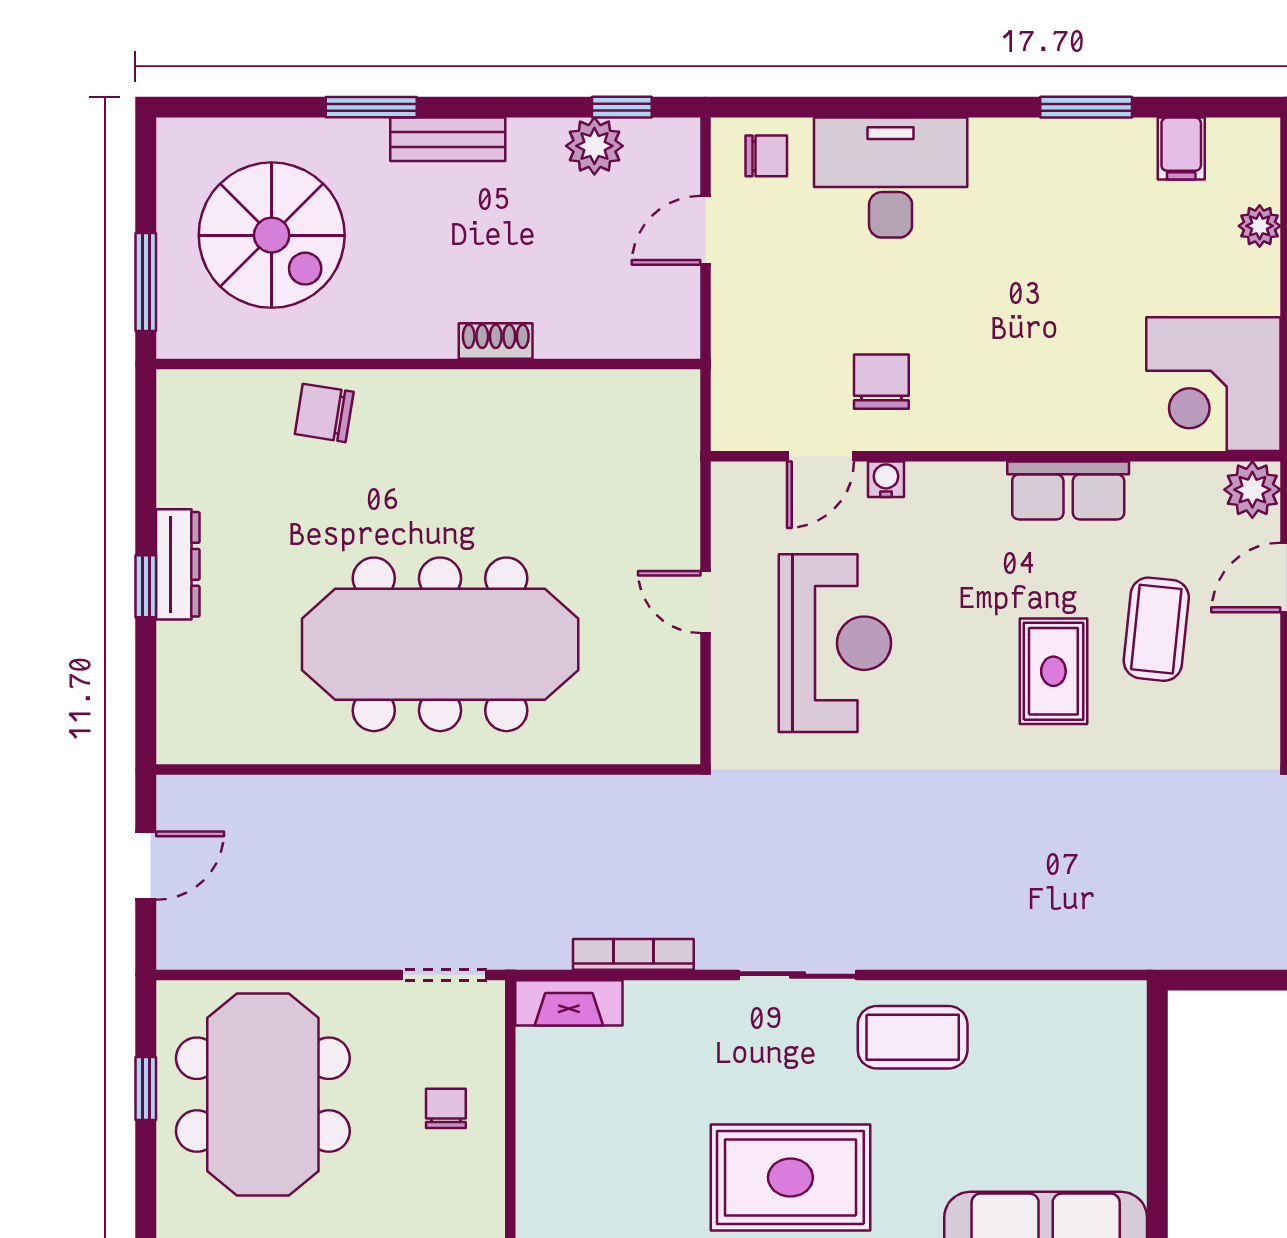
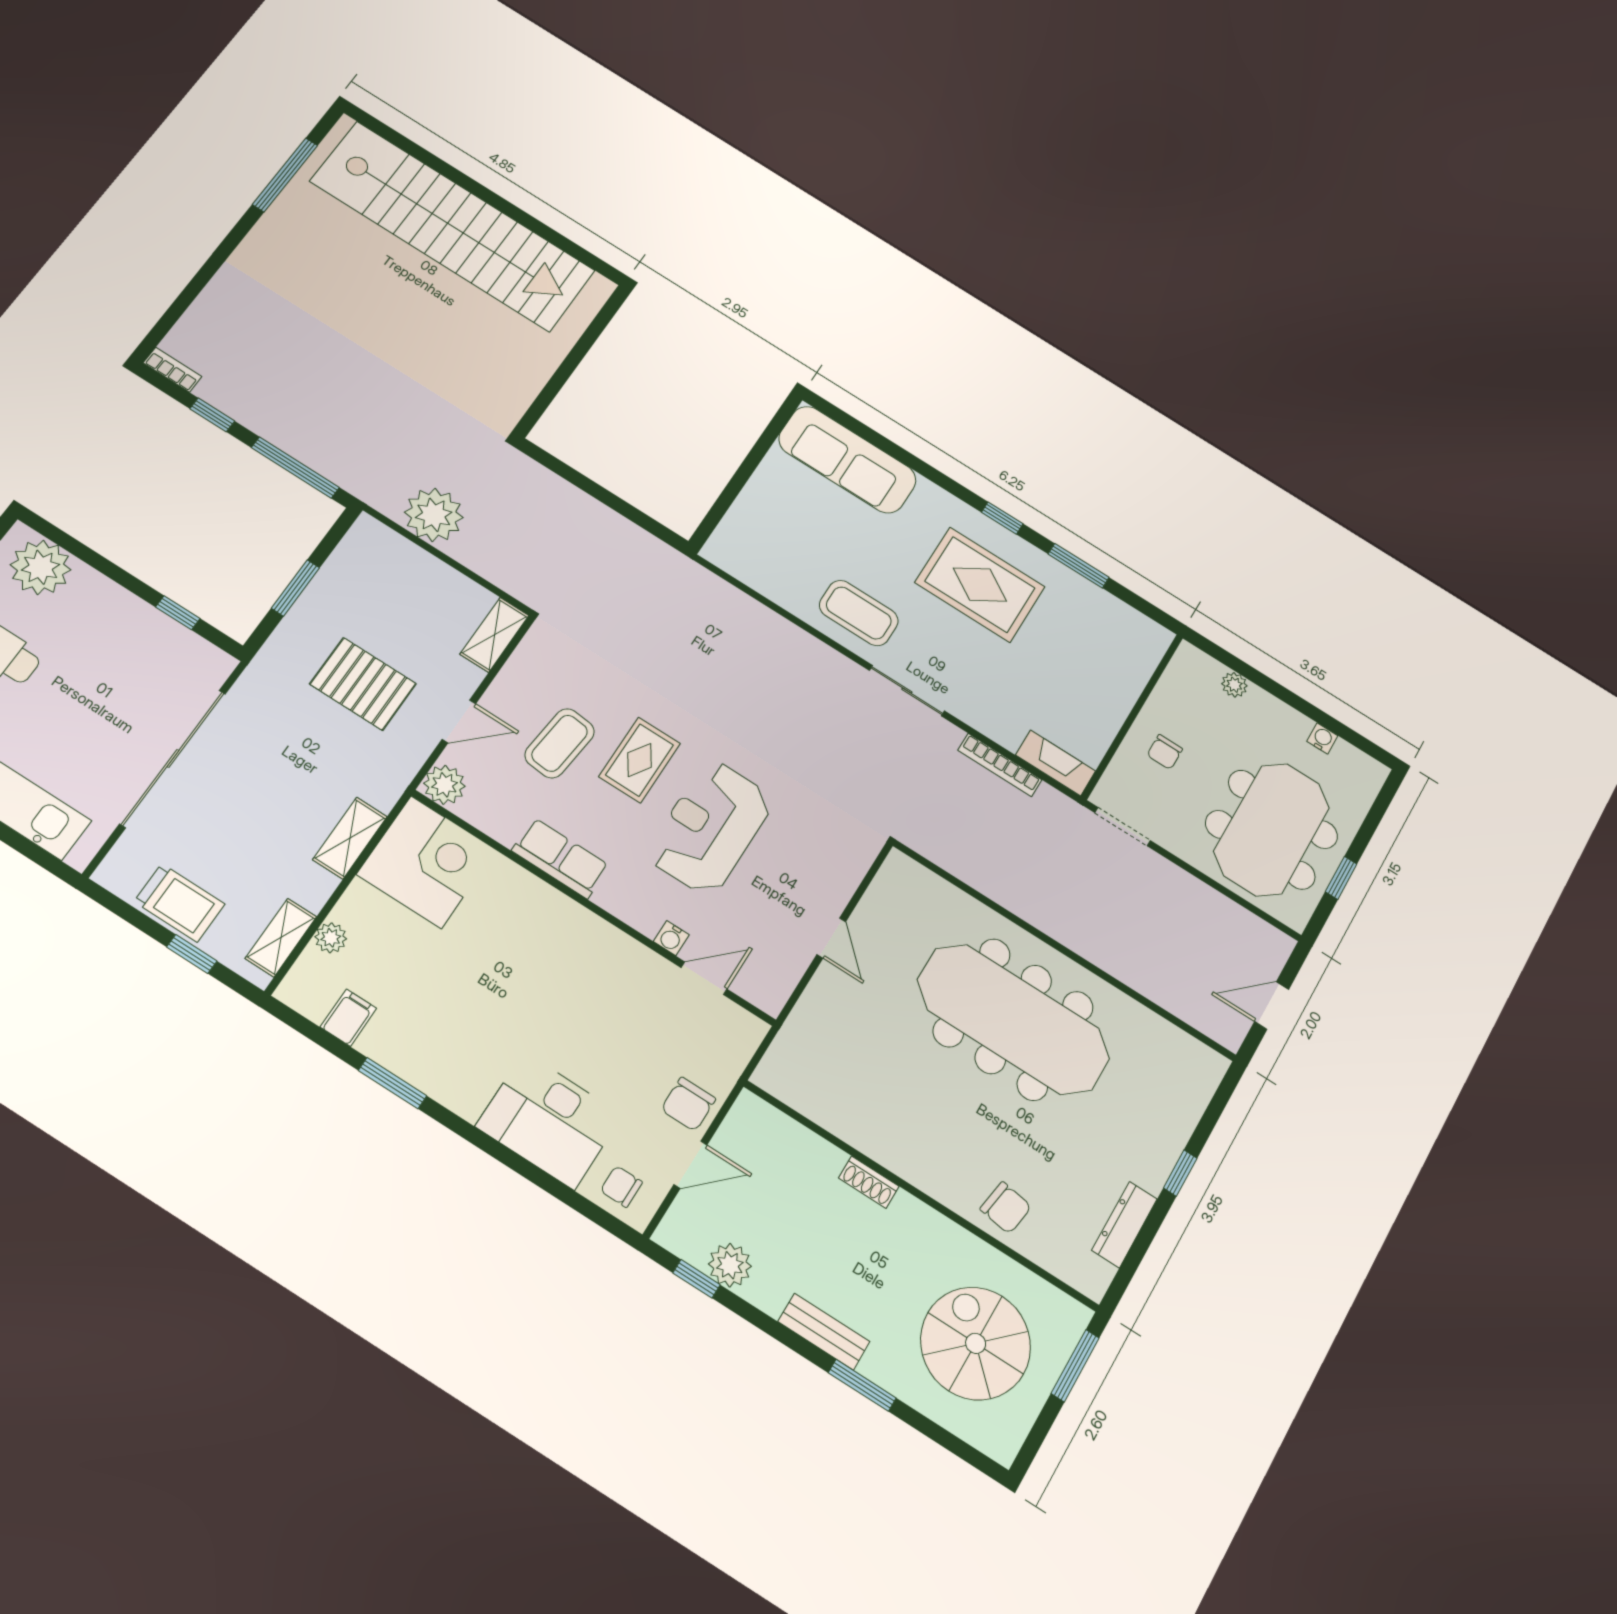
chair: (881, 382) -> (688, 1104), moved
dresser: (178, 564) -> (1124, 1225), moved
reception desk: (835, 643) -> (710, 828), moved

